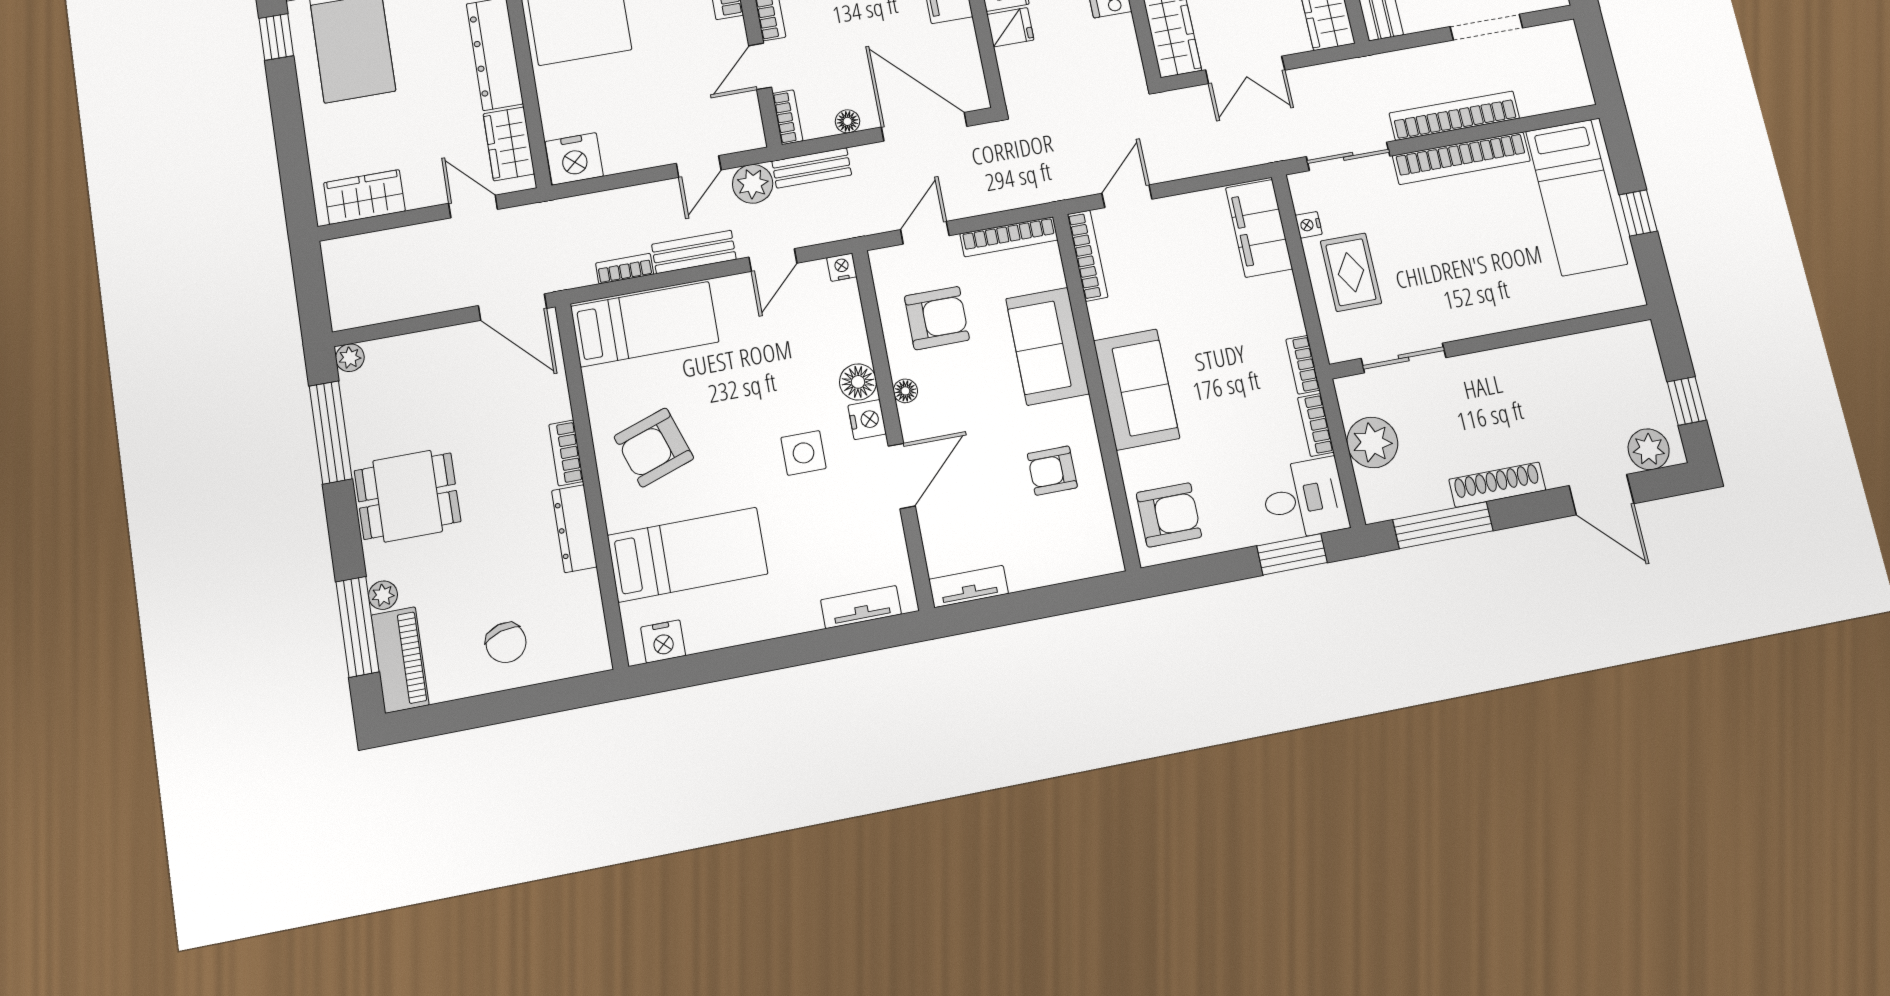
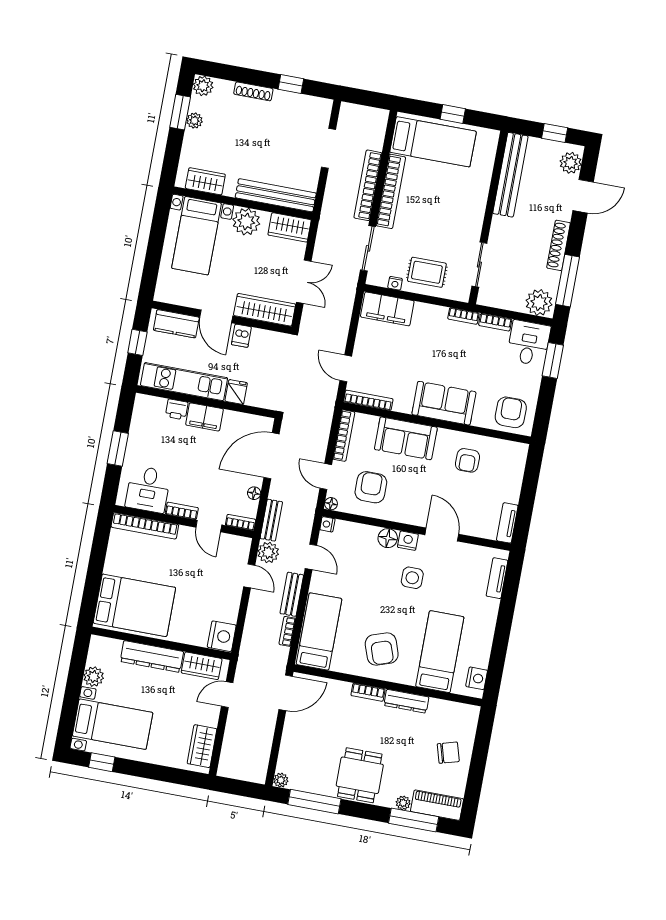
bench: (1581, 352) -> (510, 175), added
floor lamp: (905, 391) -> (331, 504), moved
plant: (1372, 443) -> (539, 303), moved

